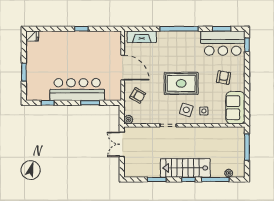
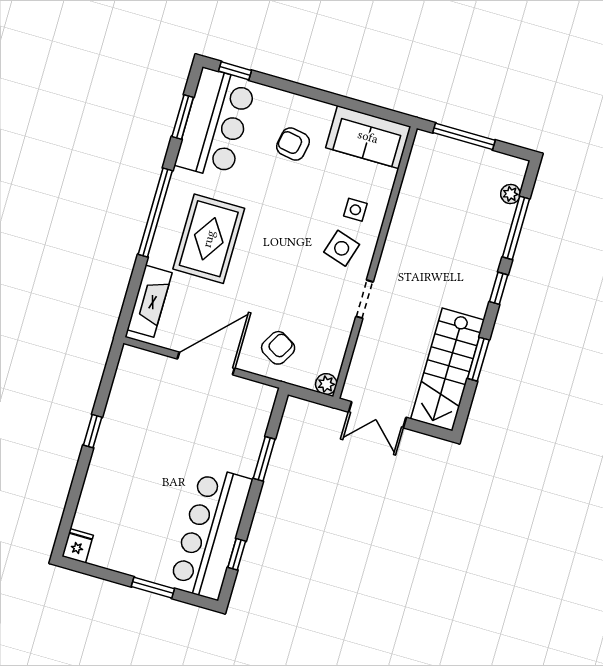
rug: (181, 83) -> (209, 239), moved
bar counter: (77, 90) -> (211, 533), moved
stairs: (185, 168) -> (448, 370), moved

